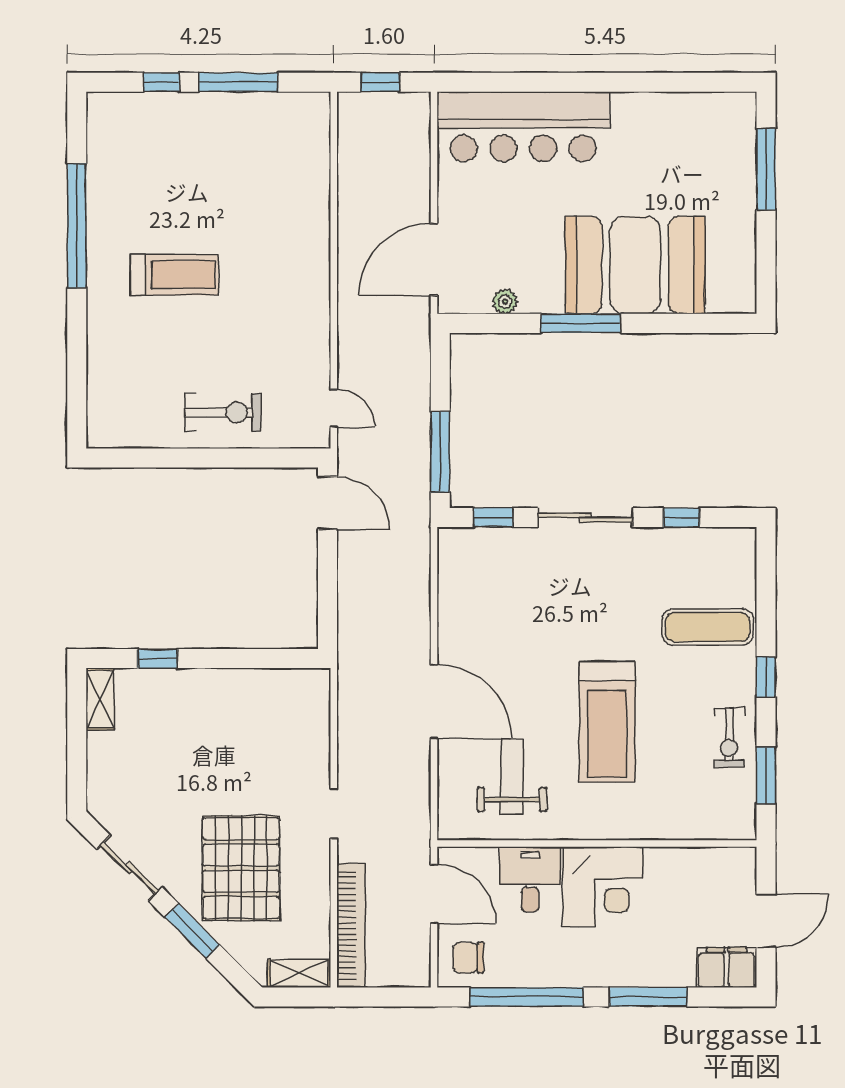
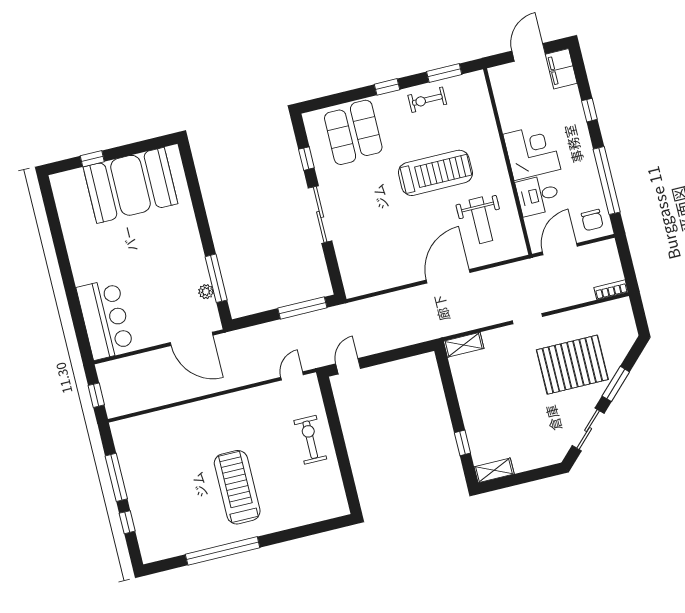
bar counter: (523, 127) -> (105, 319), width x0.73
window: (766, 169) -> (92, 159), width x0.46
booth: (635, 265) -> (130, 185), moved, turned 90
treadmill: (175, 275) -> (237, 487), width x1.37, depth x1.37
window: (581, 323) -> (216, 278), moved
door: (327, 503) -> (348, 366), width x0.73
window: (493, 518) -> (333, 268), removed
exercise mat: (703, 581) -> (340, 137), added
exercise bike: (729, 737) -> (427, 100), turned 180
weight bench: (512, 777) -> (481, 220), turned -90
door: (766, 921) -> (529, 52), hinge flipped
bookcase: (351, 926) -> (611, 290), width x0.43, depth x0.76
shelving: (299, 973) -> (464, 345), moved, turned 90
window: (648, 997) -> (589, 110), width x0.46

